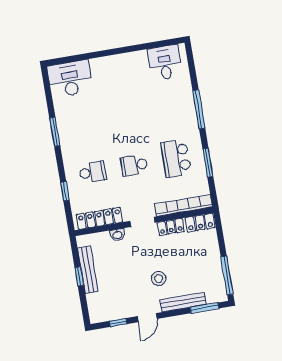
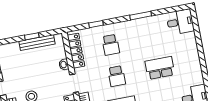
desk: (70, 79) -> (180, 22), width x0.73
school desk: (125, 108) -> (160, 68), added
school desk: (134, 165) -> (117, 76), turned 180

